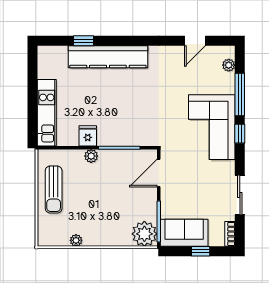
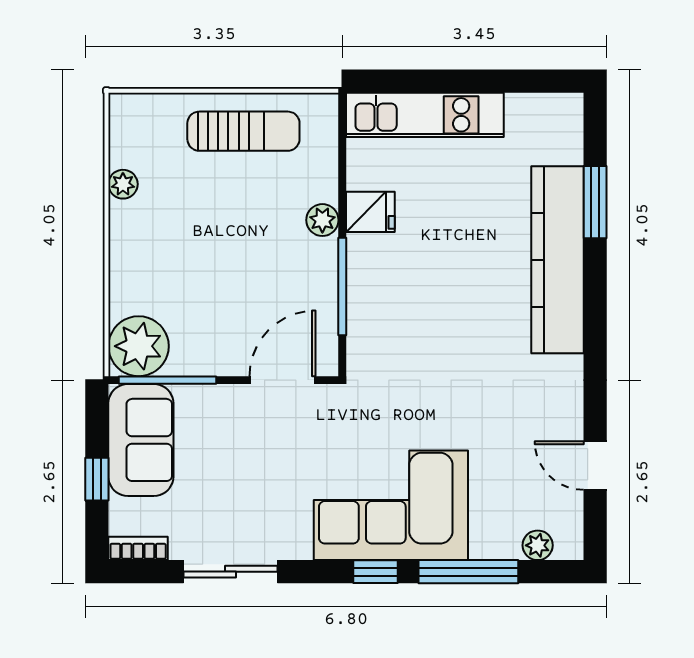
window: (84, 41) -> (595, 202), width x1.50
door: (159, 173) -> (283, 380), hinge flipped
sun lounger: (54, 189) -> (243, 131), turned 180

